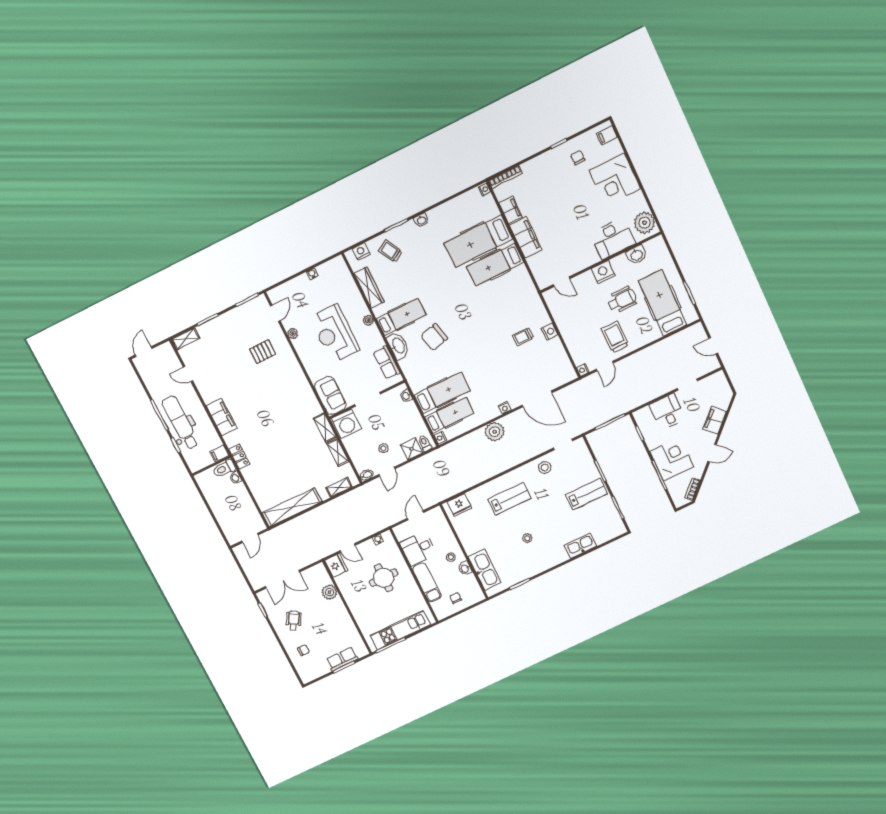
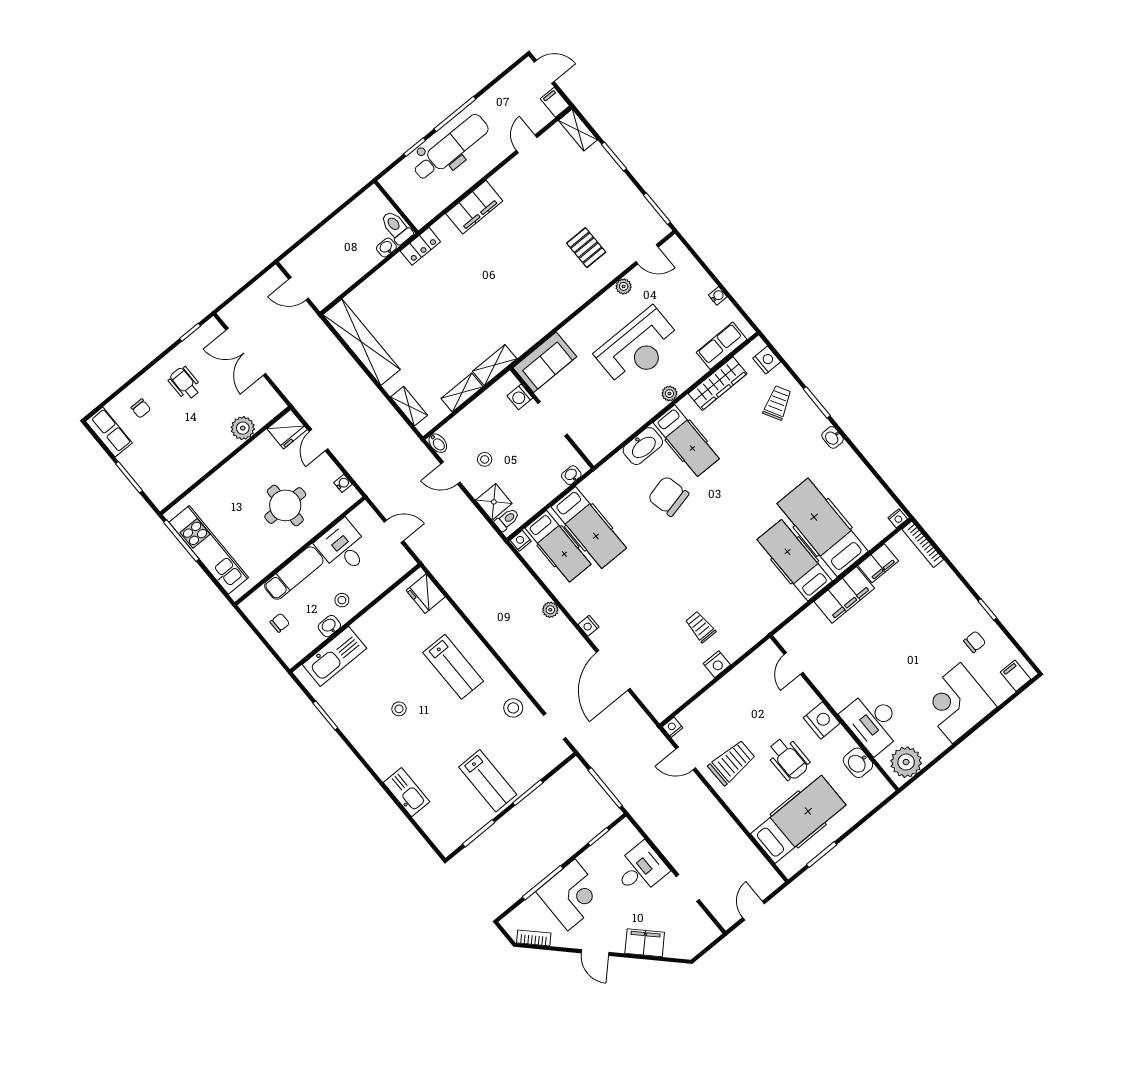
reception desk: (334, 334) -> (638, 348), turned 180
row of seats: (387, 362) -> (722, 346), moved
washing machine: (346, 424) -> (520, 397), width x0.53, depth x0.53
plant: (495, 432) -> (550, 610), width x0.53, depth x0.53
filing cabinet: (219, 454) -> (555, 102), moved
wheelchair: (294, 620) -> (185, 383), turned -120
row of seats: (342, 659) -> (109, 432), moved

